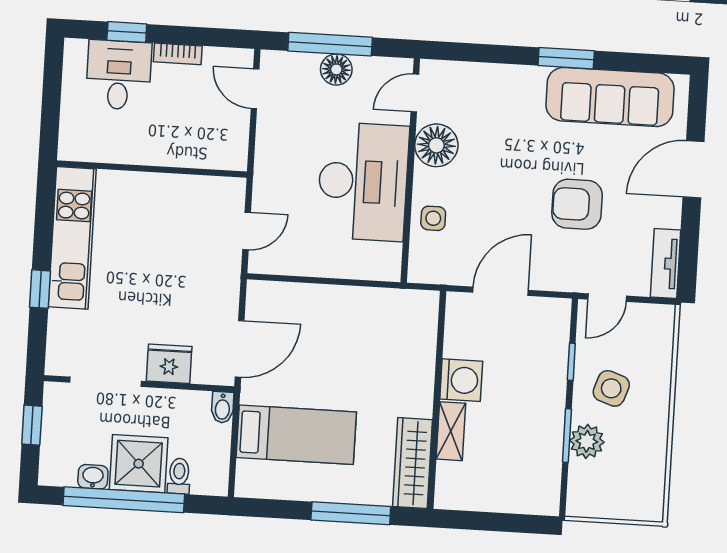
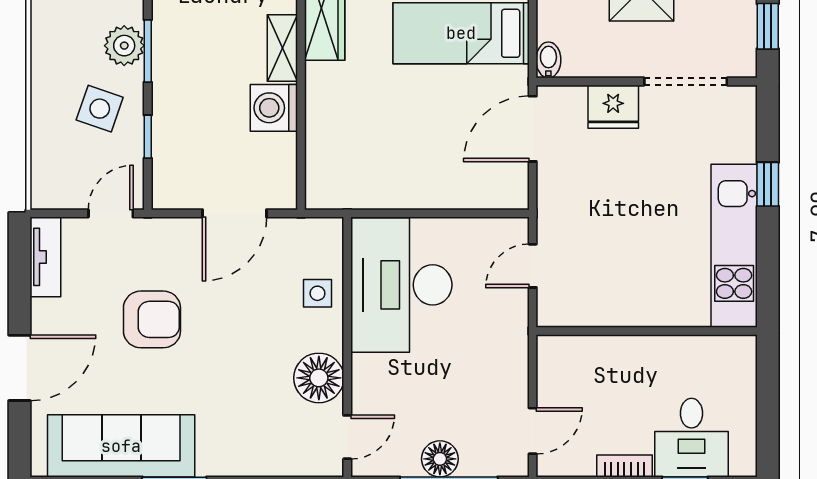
door: (255, 89) -> (533, 431), hinge flipped
desk: (363, 182) -> (401, 285), moved

